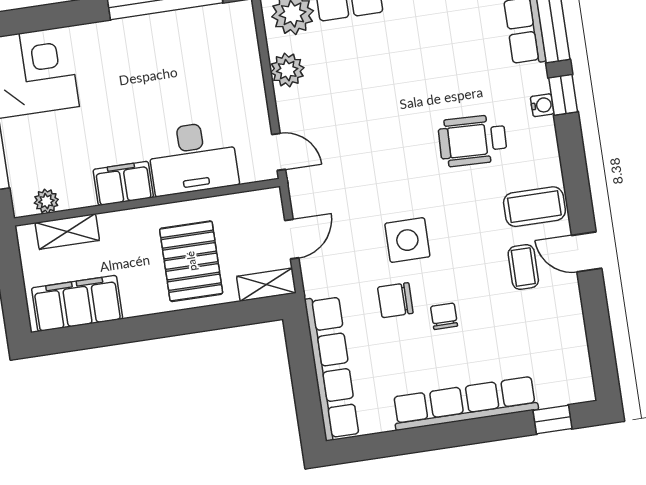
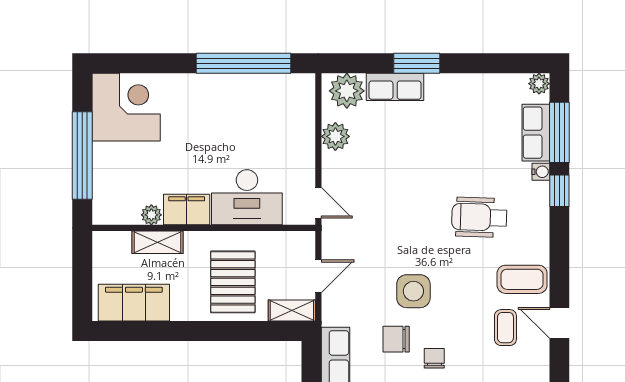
water cooler: (542, 105) -> (541, 172), moved
plant: (46, 201) -> (151, 215), moved
shelving: (67, 232) -> (157, 242), moved

